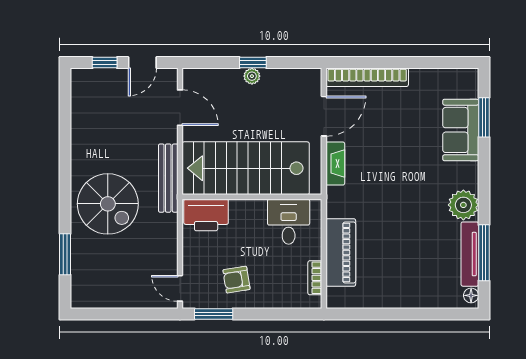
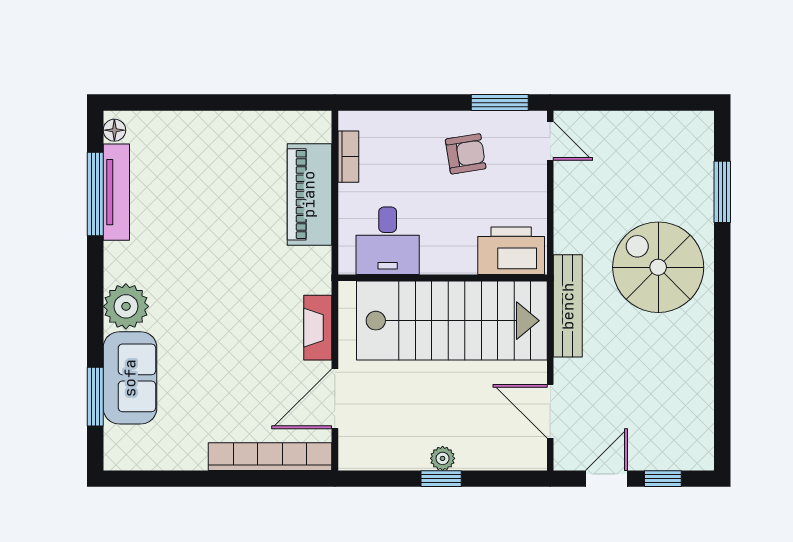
plant: (463, 205) -> (126, 306), moved

